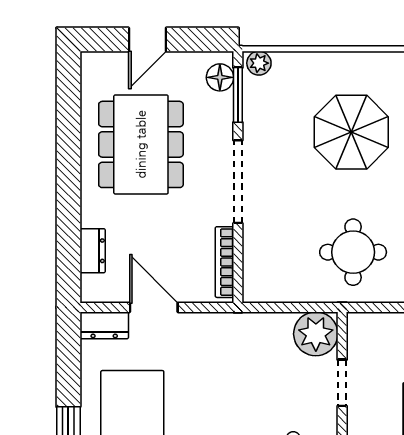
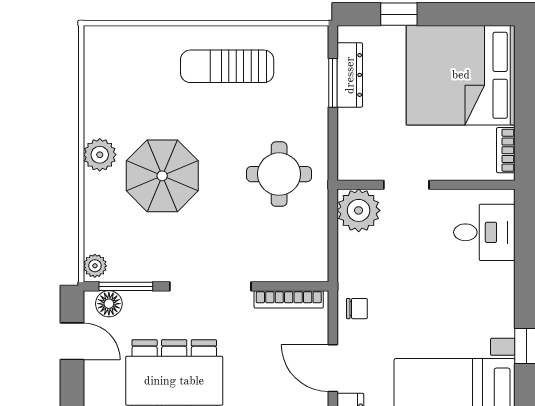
door: (147, 40) -> (72, 341), moved
plant: (373, 68) -> (100, 155), added
door: (154, 307) -> (333, 368), hinge flipped
chair: (215, 332) -> (357, 309), added

